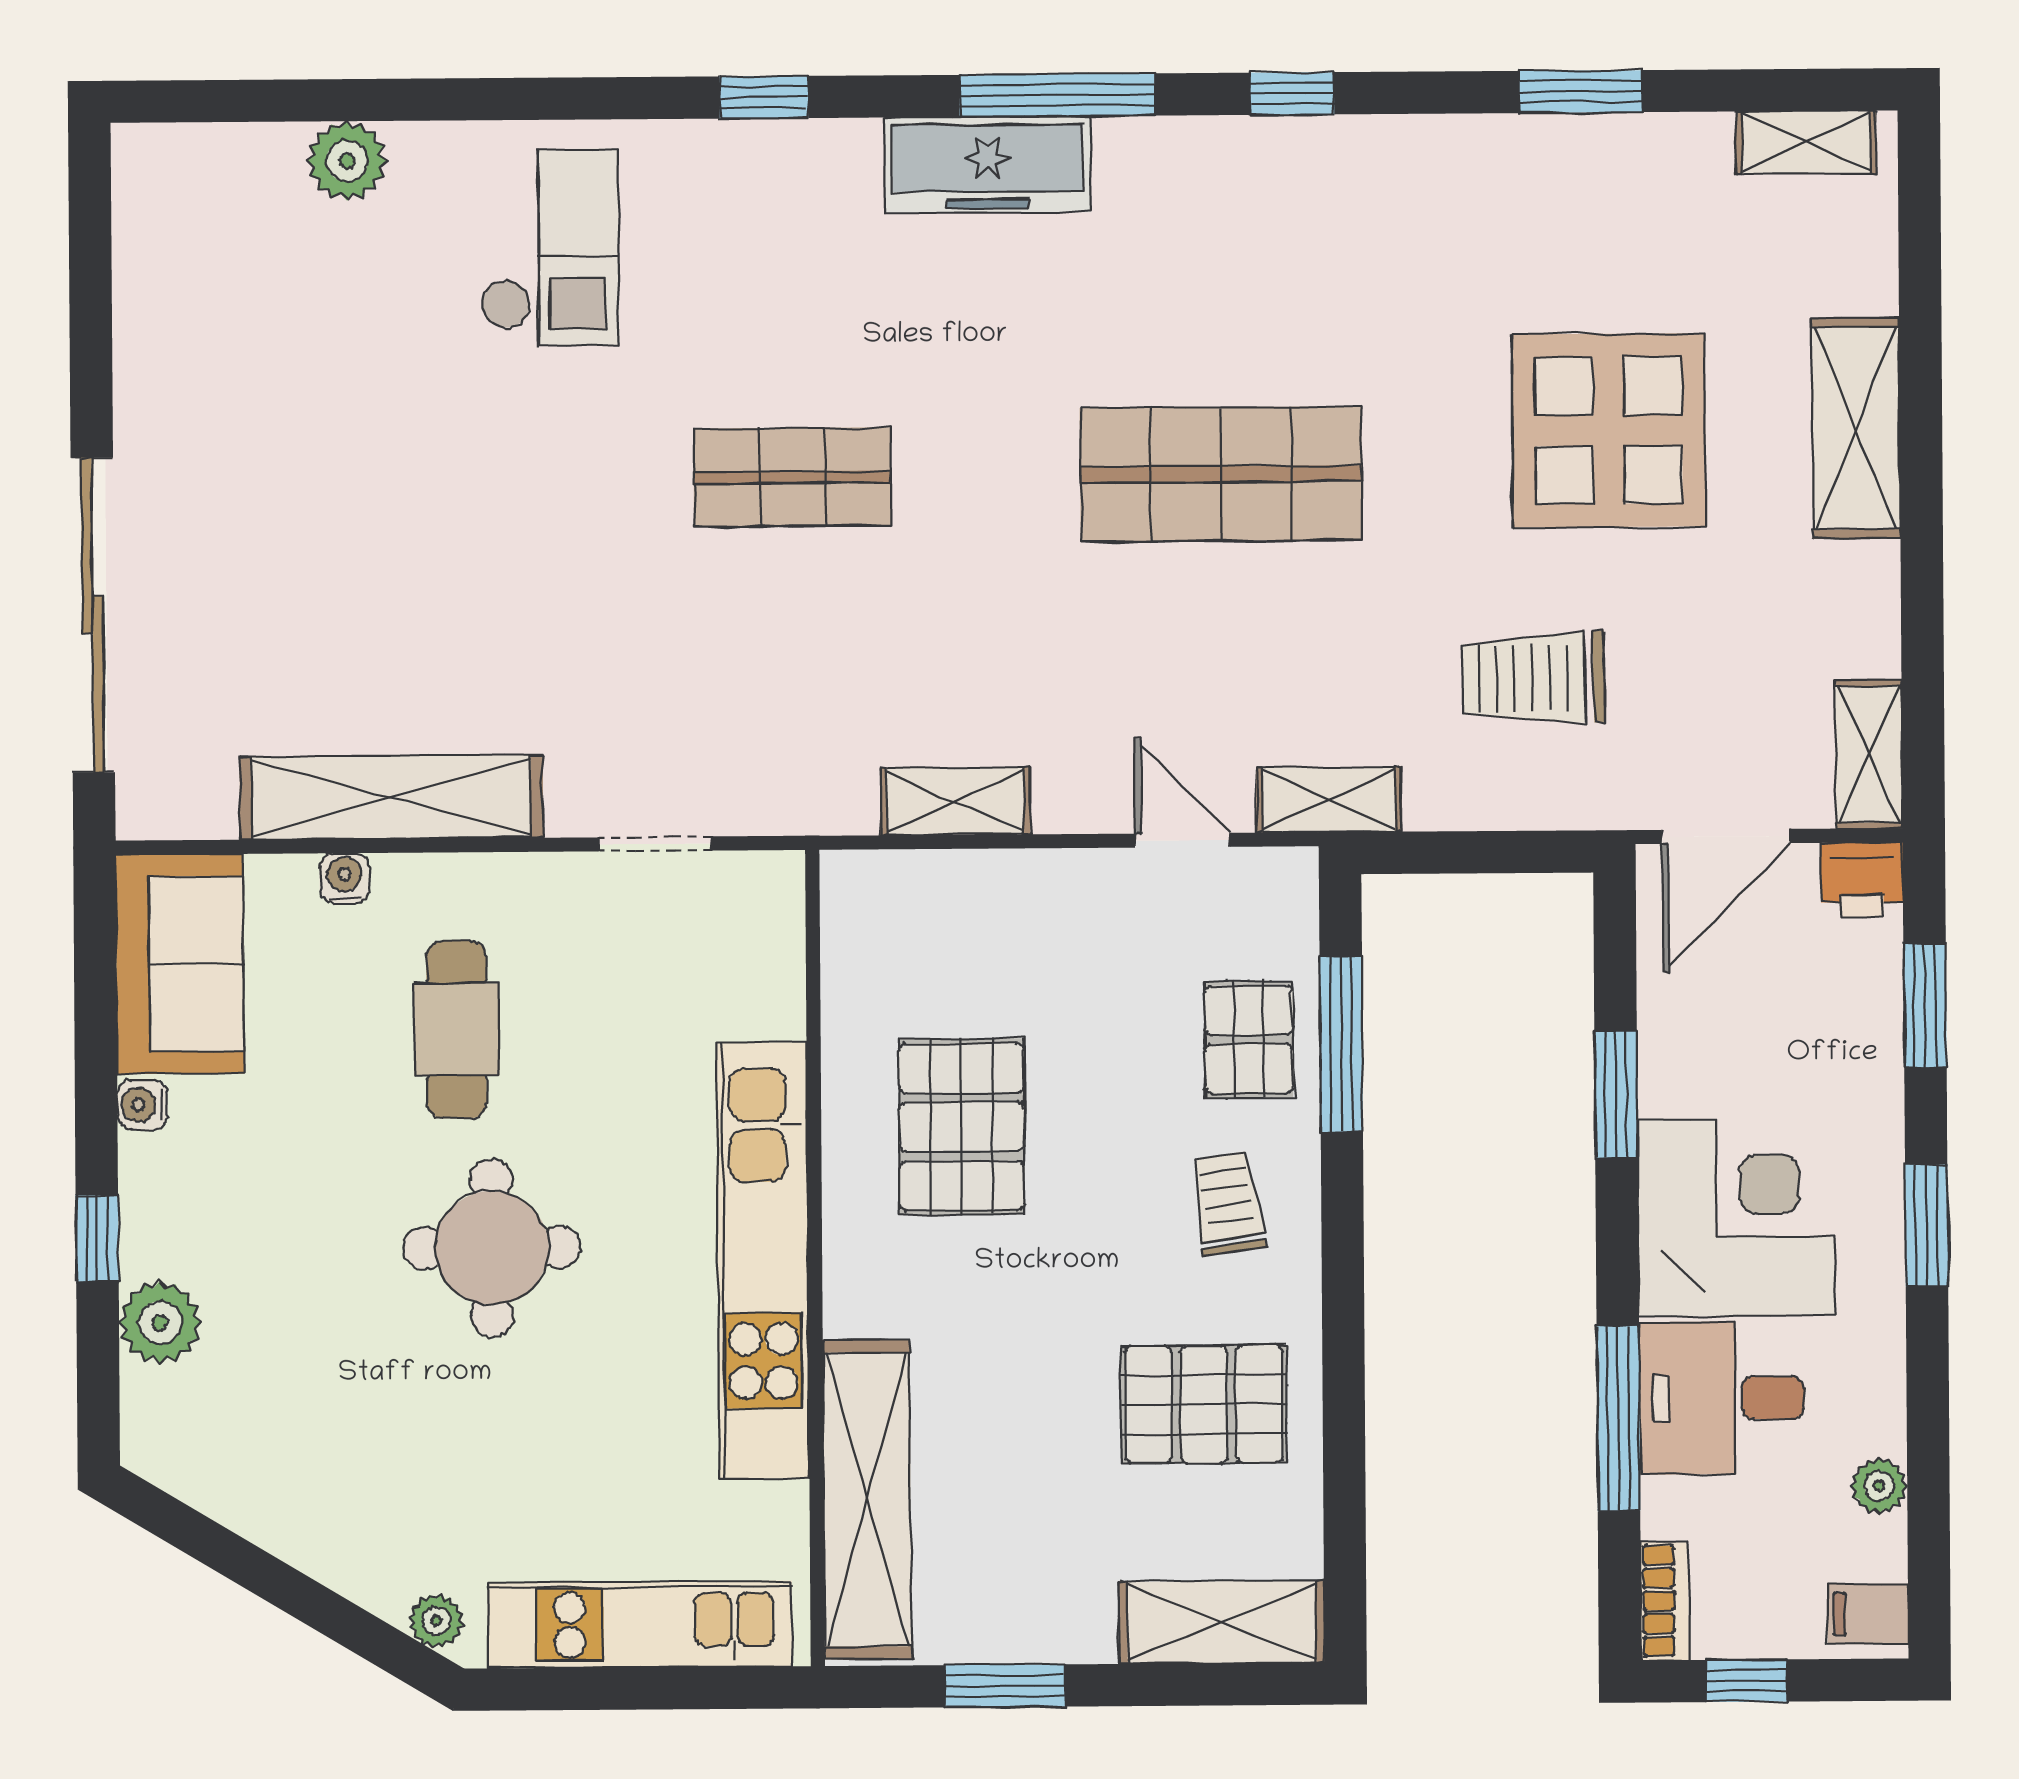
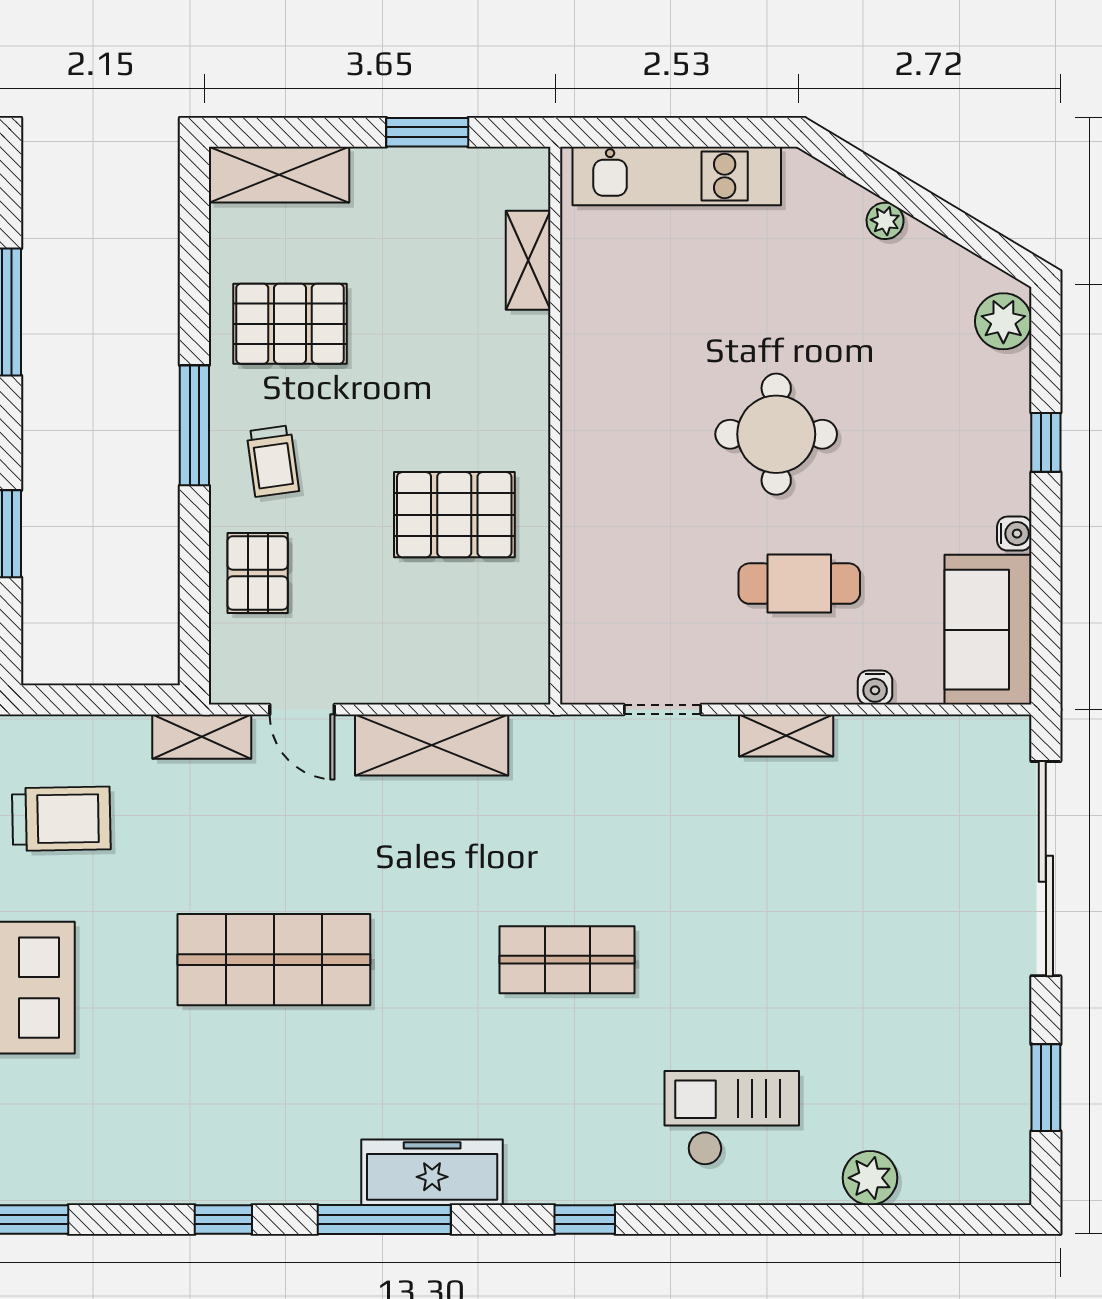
checkout: (550, 247) -> (732, 1118), turned 90
window: (91, 295) -> (1046, 1088), added
shelving: (391, 797) -> (786, 736), width x0.45, depth x0.75
shelving: (955, 801) -> (432, 745), width x1.50, depth x1.33
cafe table: (457, 1029) -> (799, 584), turned 90
window: (1341, 1044) -> (194, 425), moved
pallet: (962, 1127) -> (454, 515), turned 90
kitchen unit: (763, 1260) -> (591, 424), removed
plant: (160, 1323) -> (1003, 321), moved
shelving: (867, 1500) -> (528, 260), width x0.45, depth x0.75
plant: (436, 1621) -> (885, 221), moved

